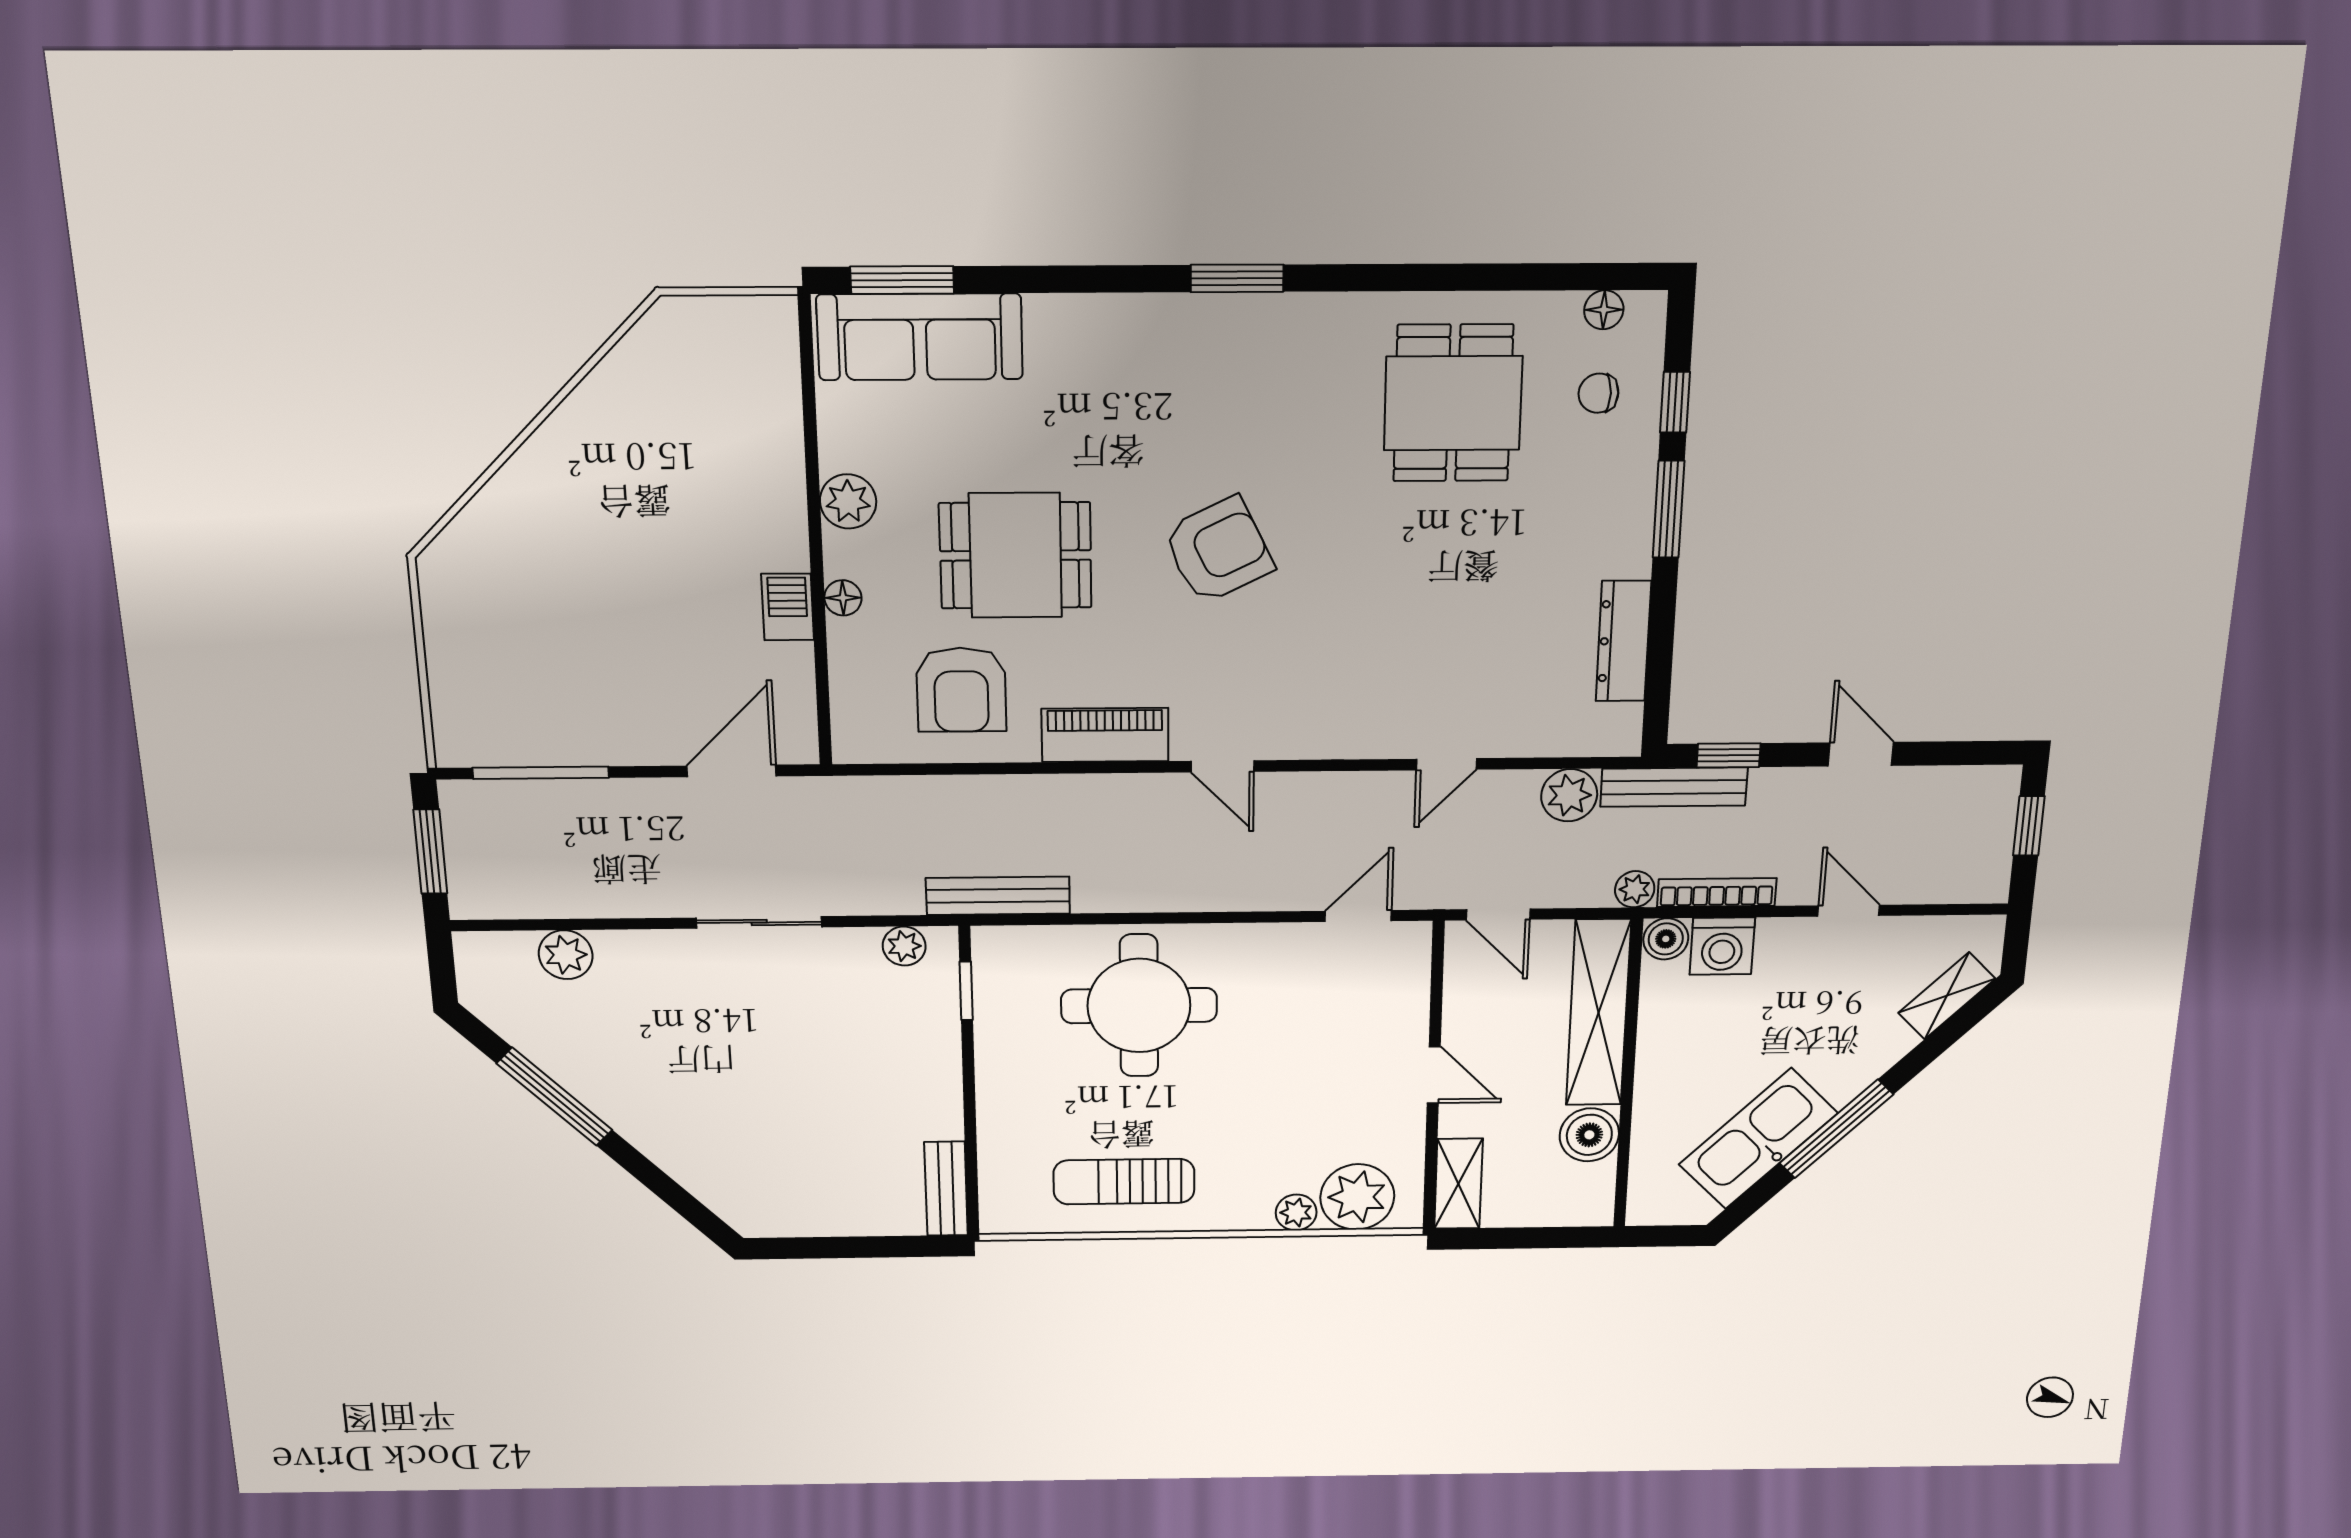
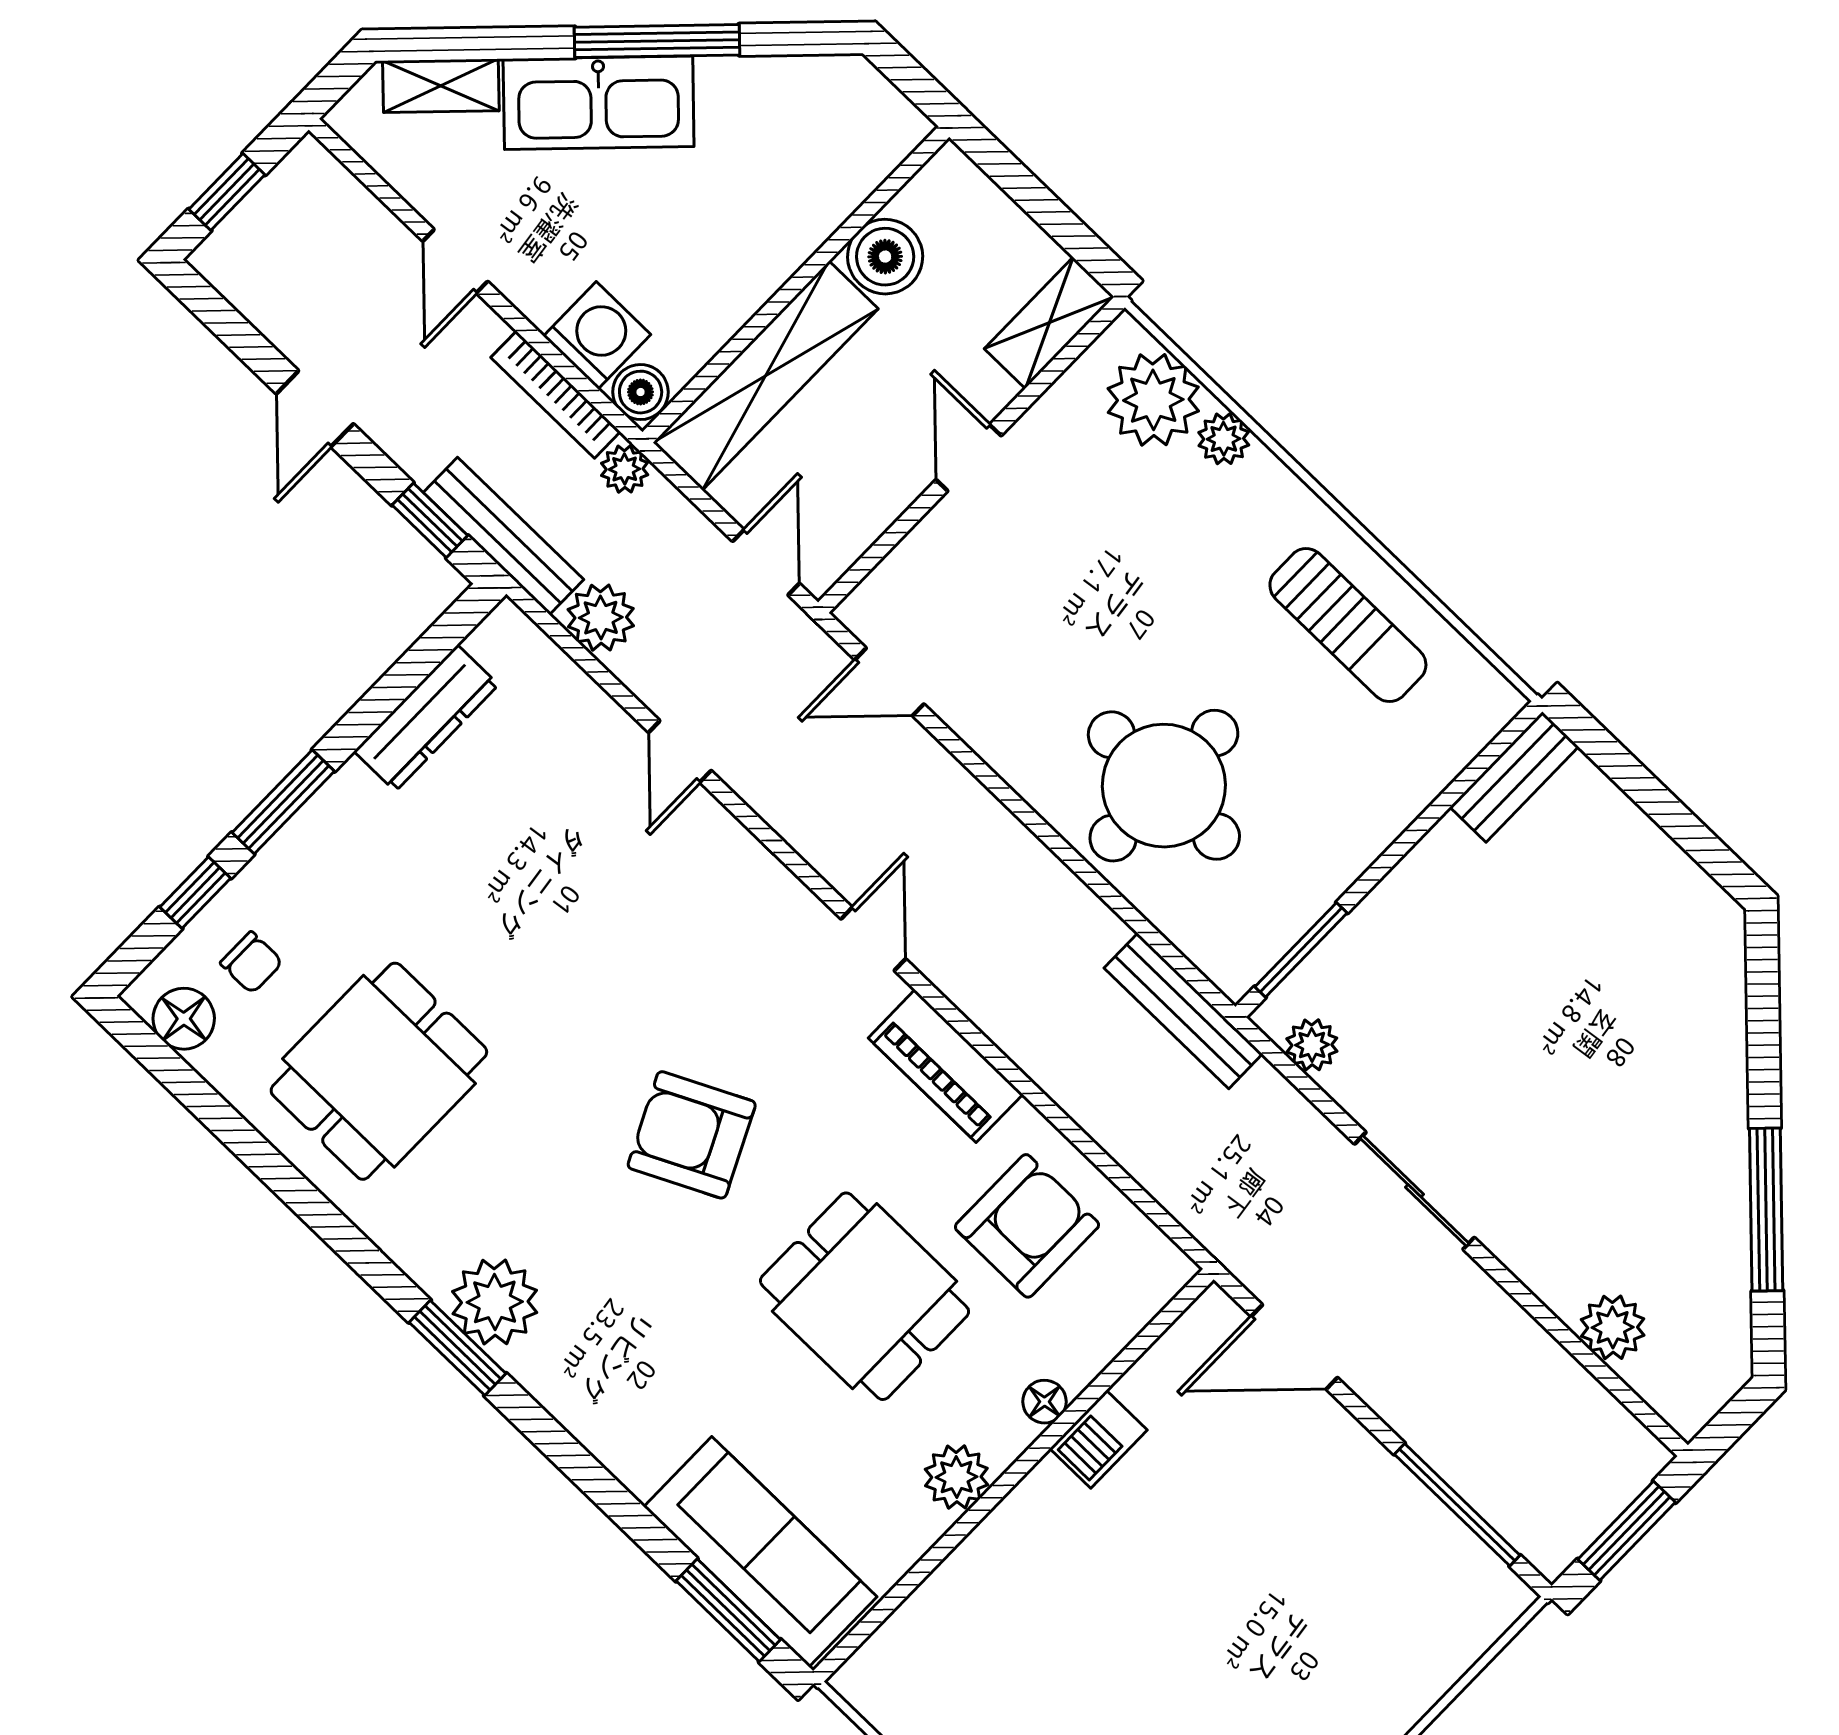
floor lamp: (1604, 310) -> (184, 1019), width x1.37, depth x1.37
plant: (1241, 330) -> (495, 1302), added
door: (1446, 764) -> (680, 751), swing flipped
window: (966, 991) -> (1301, 950), width x1.50
kitchen sink: (1758, 1139) -> (599, 103), moved

